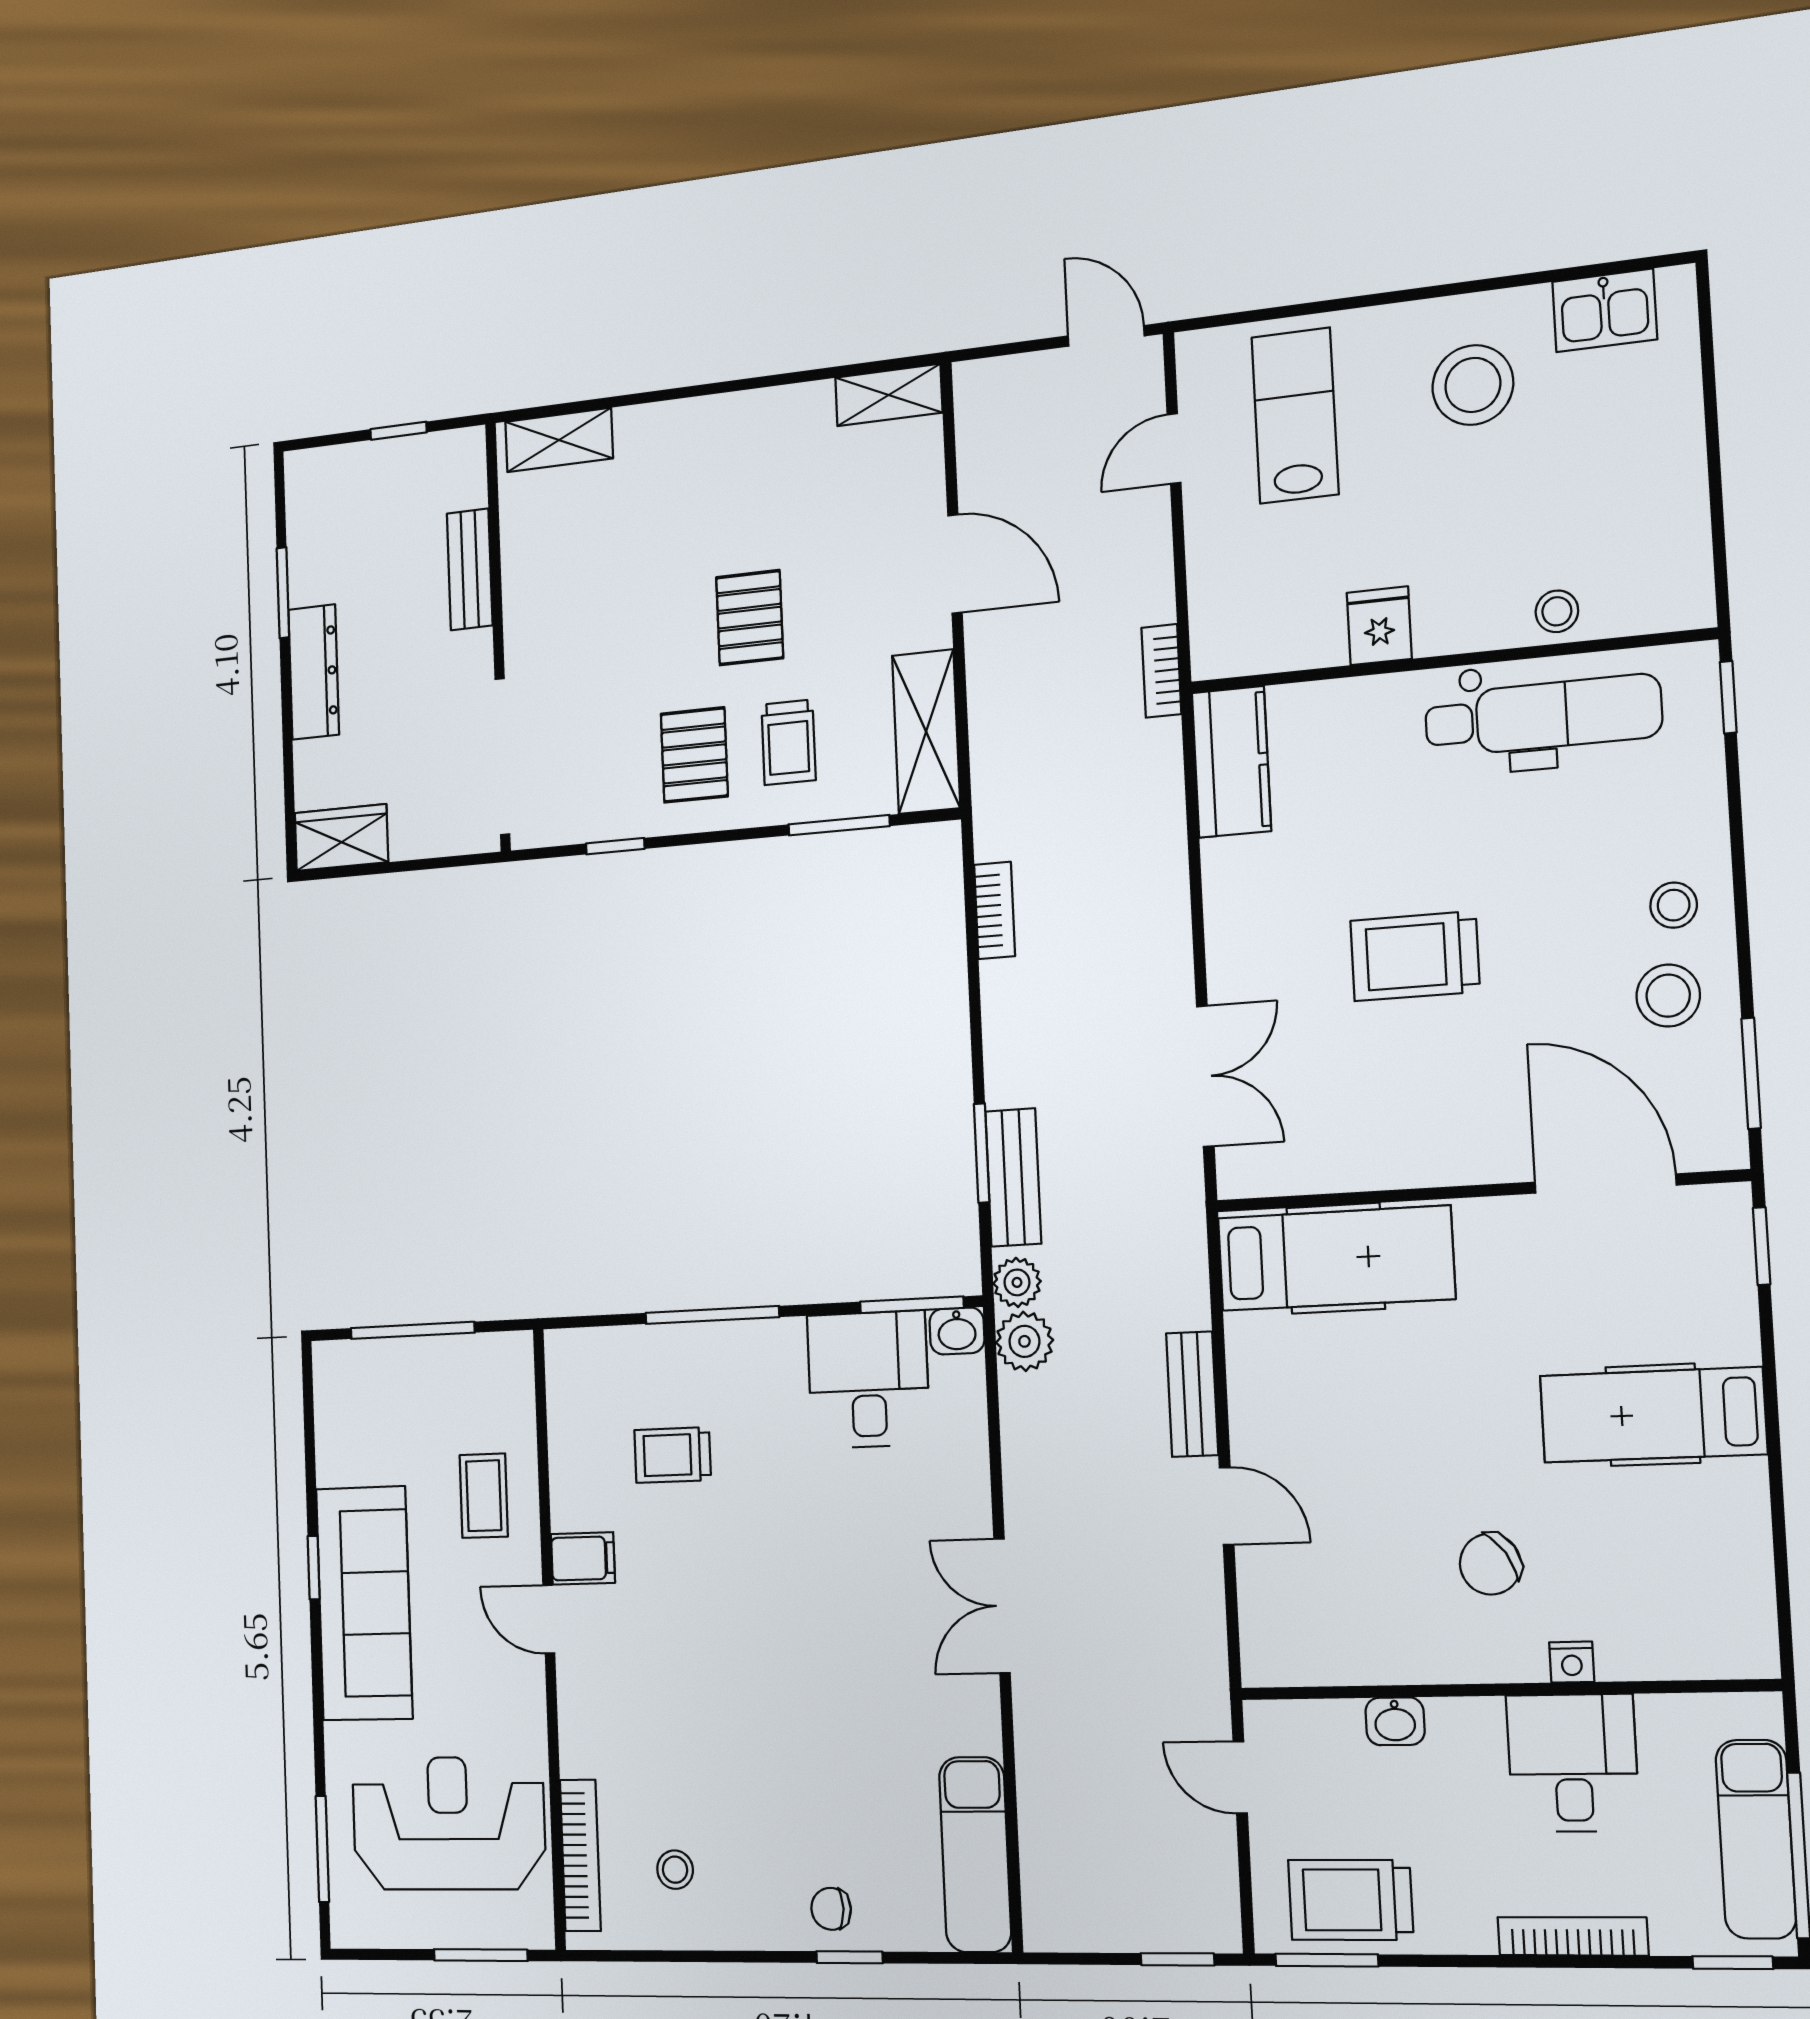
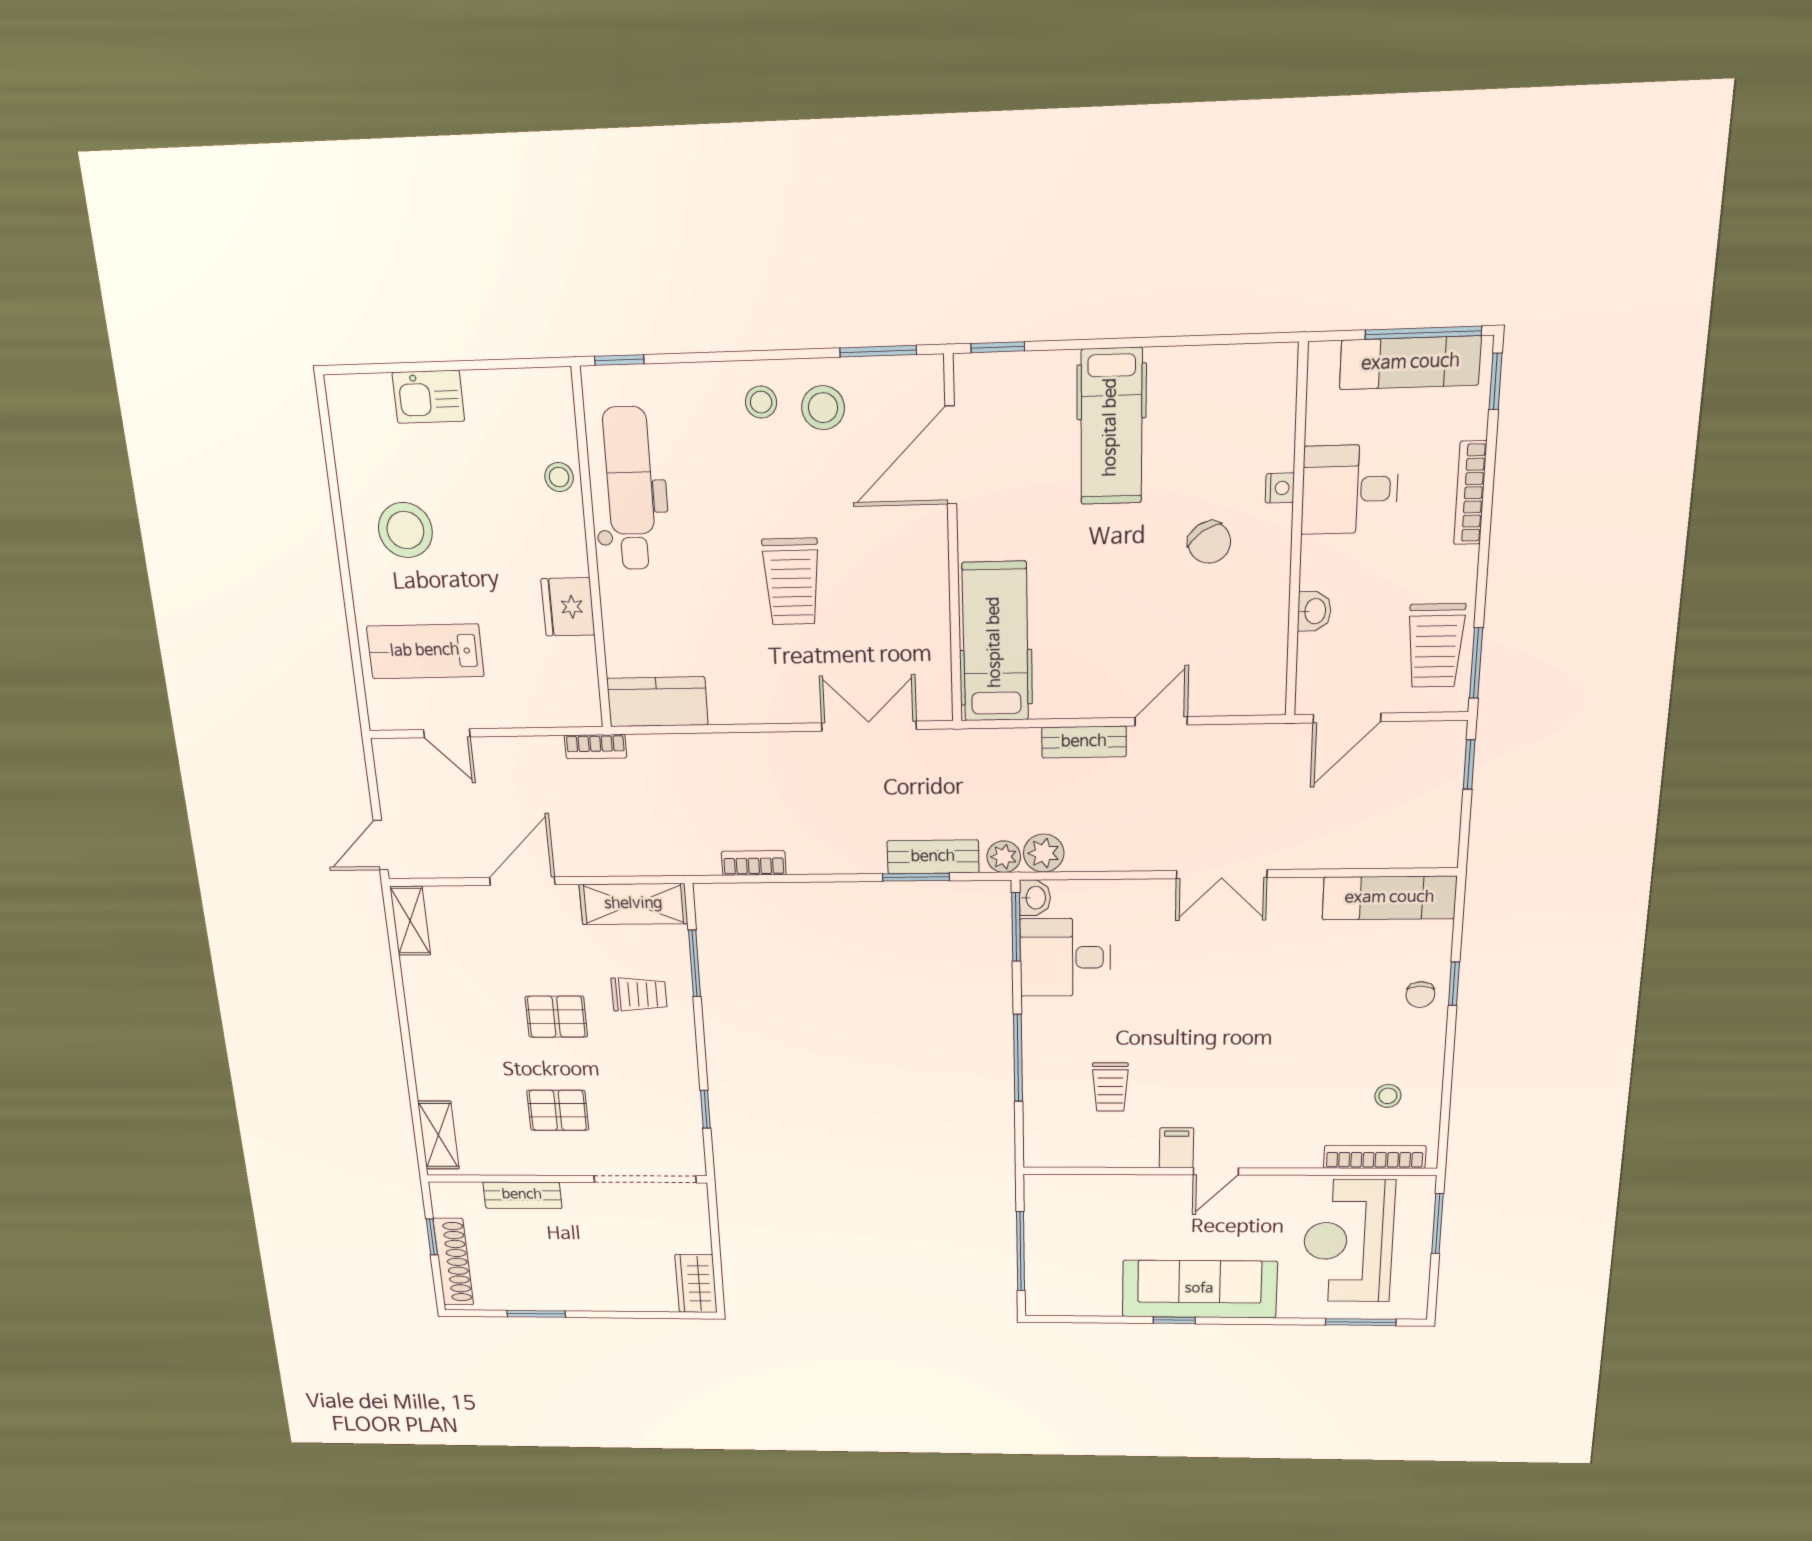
kitchen sink: (1605, 310) -> (428, 397), moved, turned 90
door: (1106, 336) -> (381, 845), moved
shoe rack: (360, 464) -> (453, 1262), added
fridge: (1379, 626) -> (568, 607), width x1.38
dresser: (314, 672) -> (588, 1297), removed
pallet: (694, 755) -> (558, 1110), moved
coffee table: (484, 1496) -> (1132, 1210), removed
door: (1240, 1777) -> (1347, 718), width x1.38

